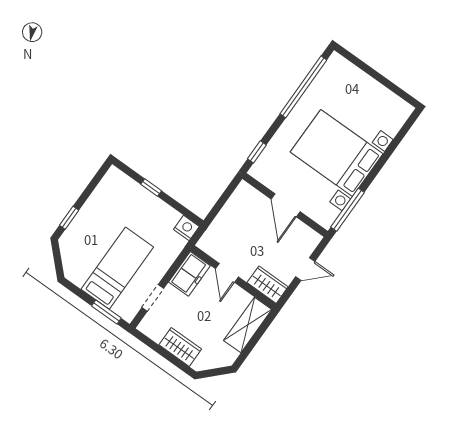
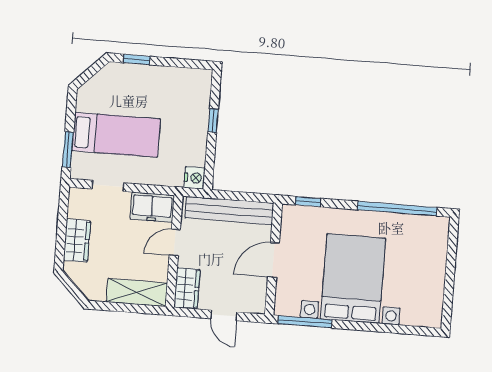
bench: (227, 216) -> (229, 210), added

